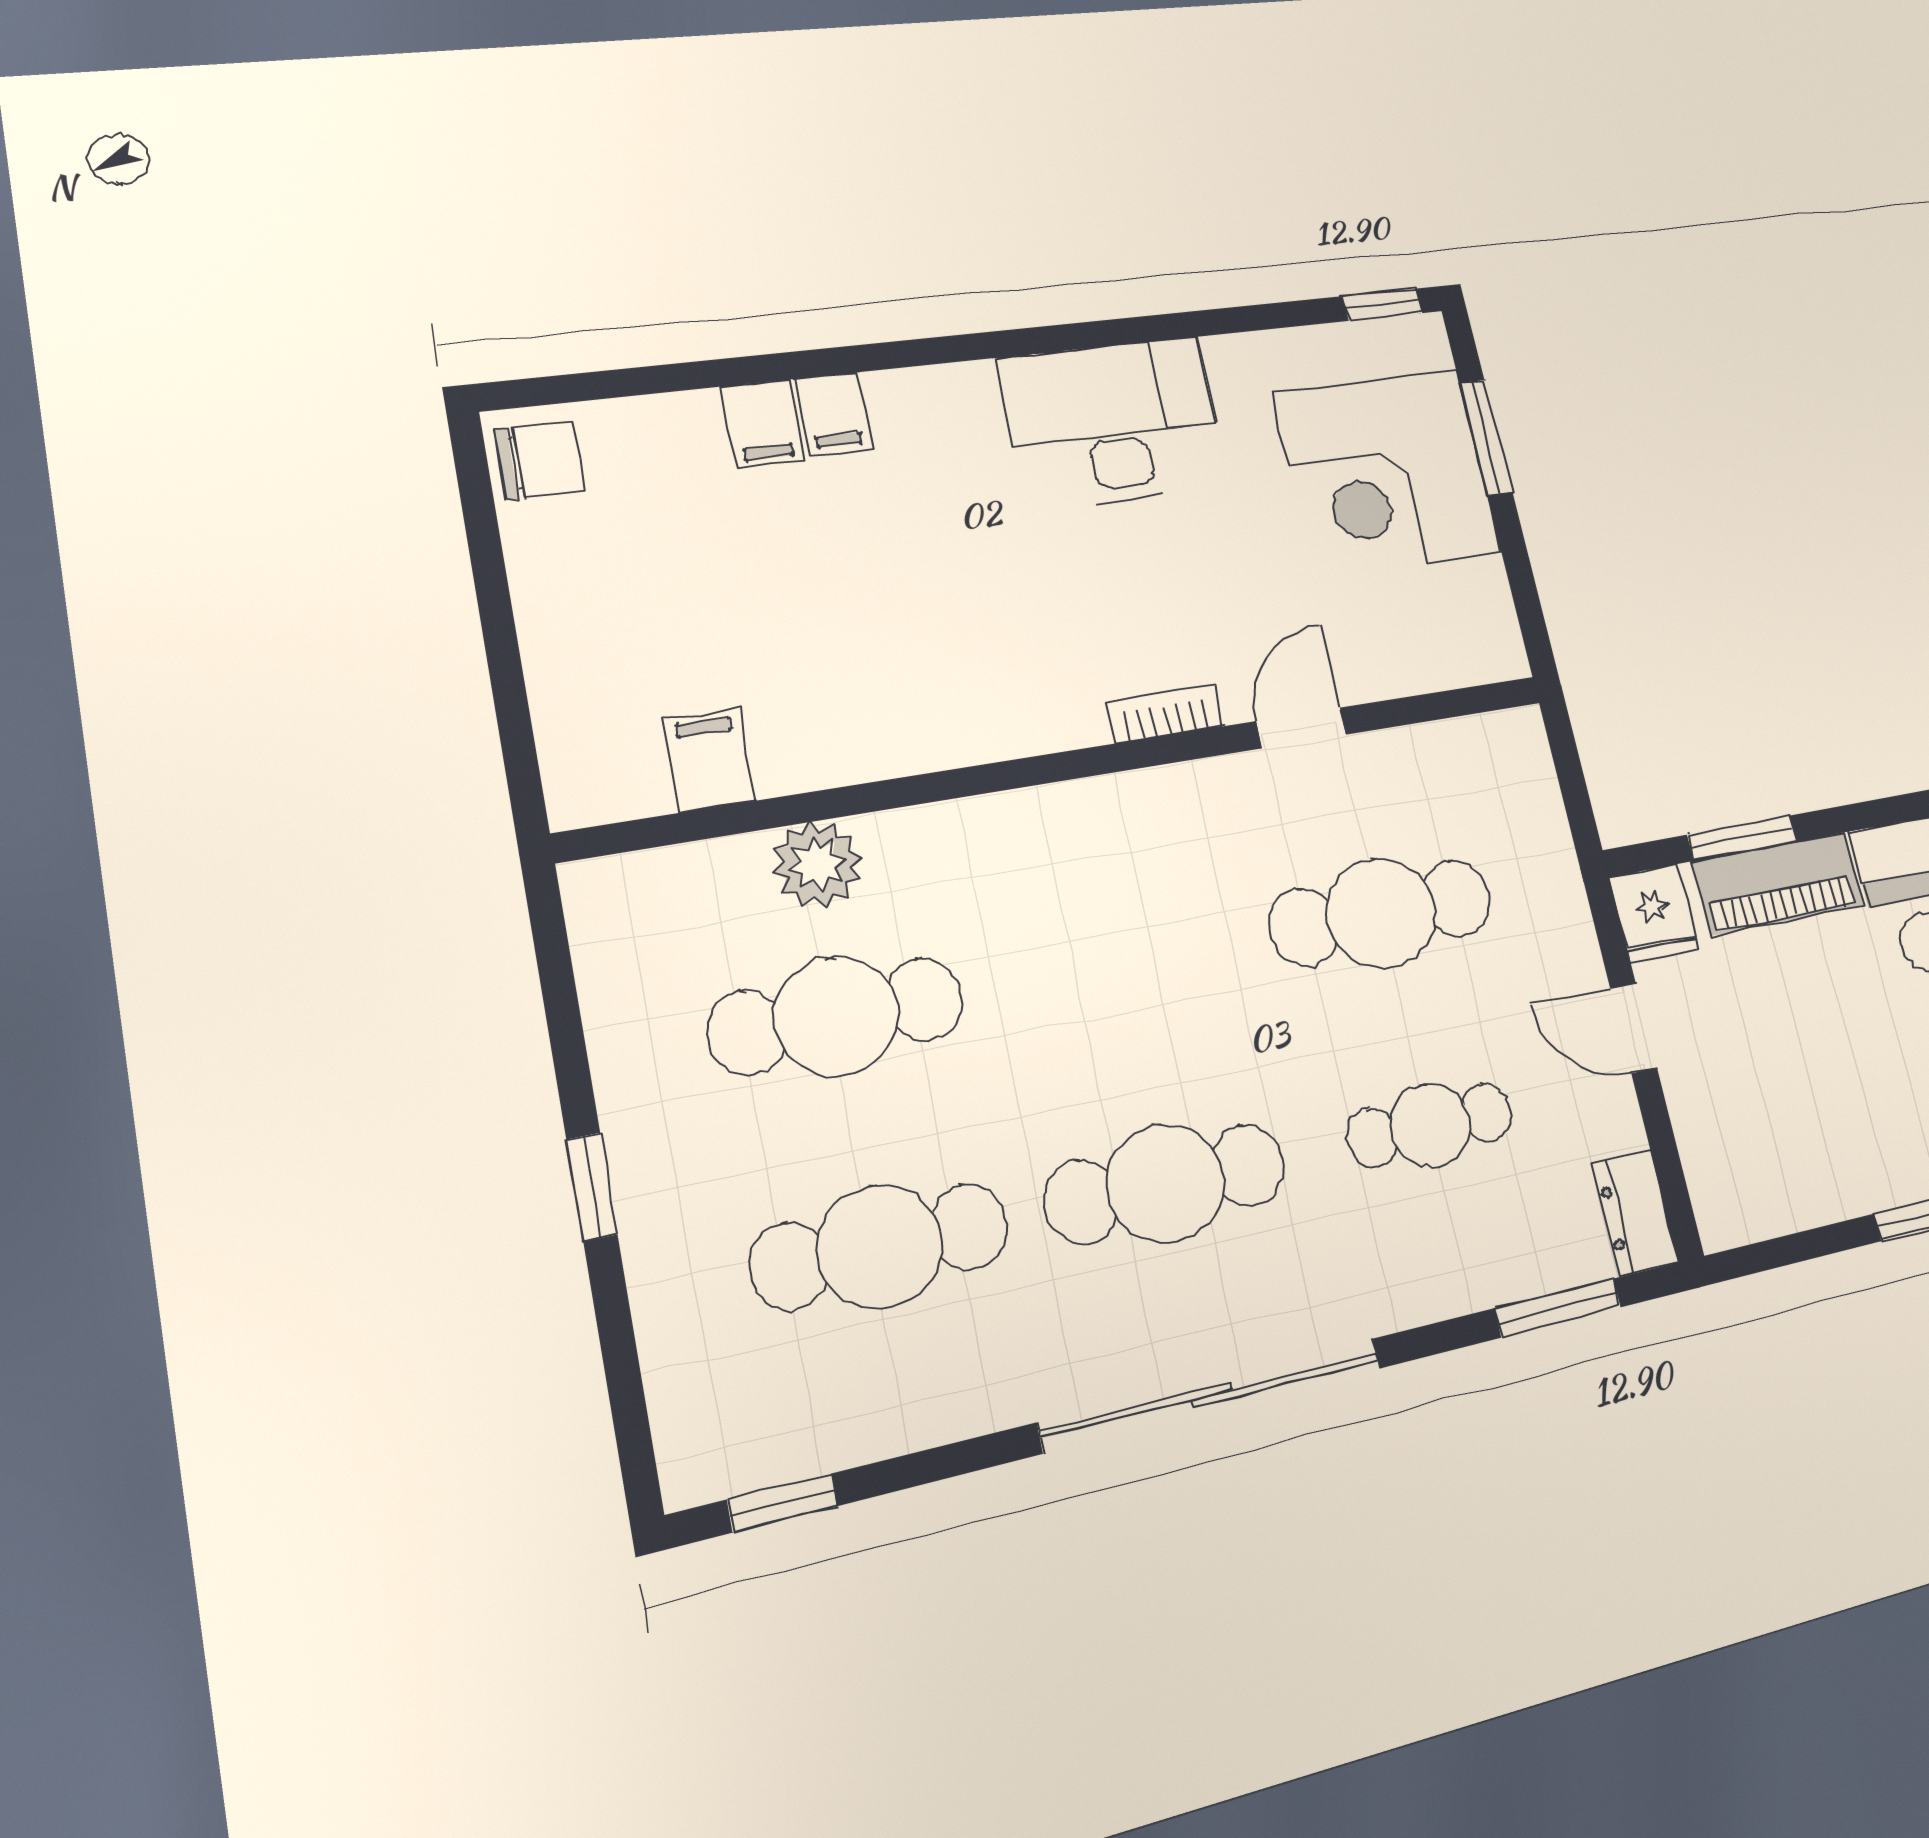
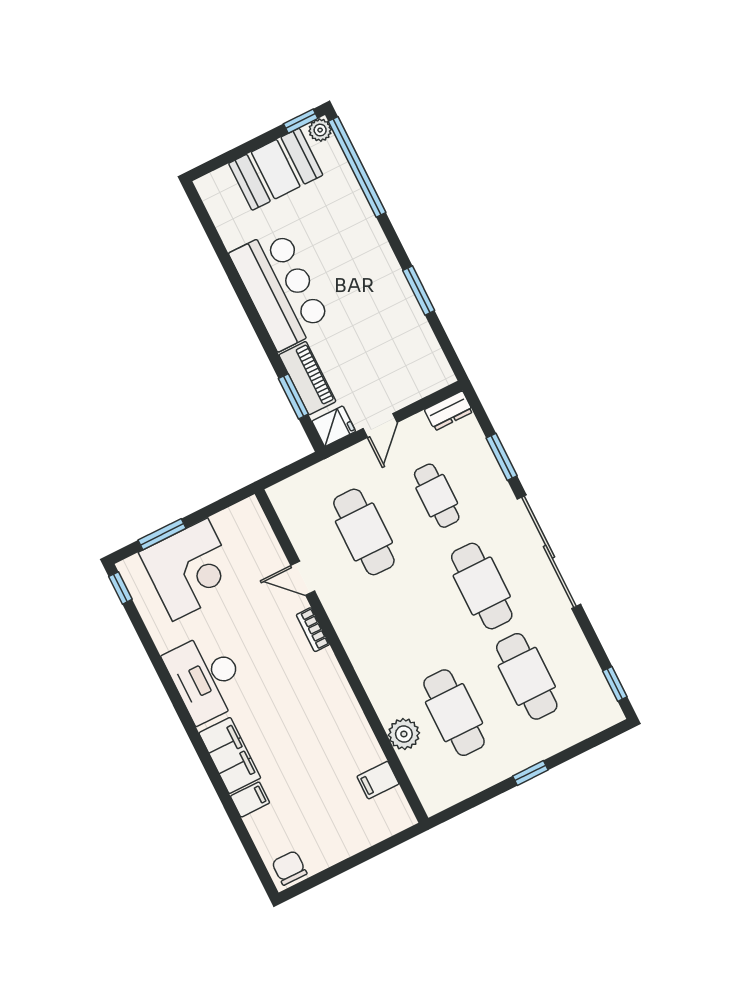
filing cabinet: (833, 413) -> (230, 755), width x3.00, depth x1.17
window: (1558, 1308) -> (502, 457), moved

